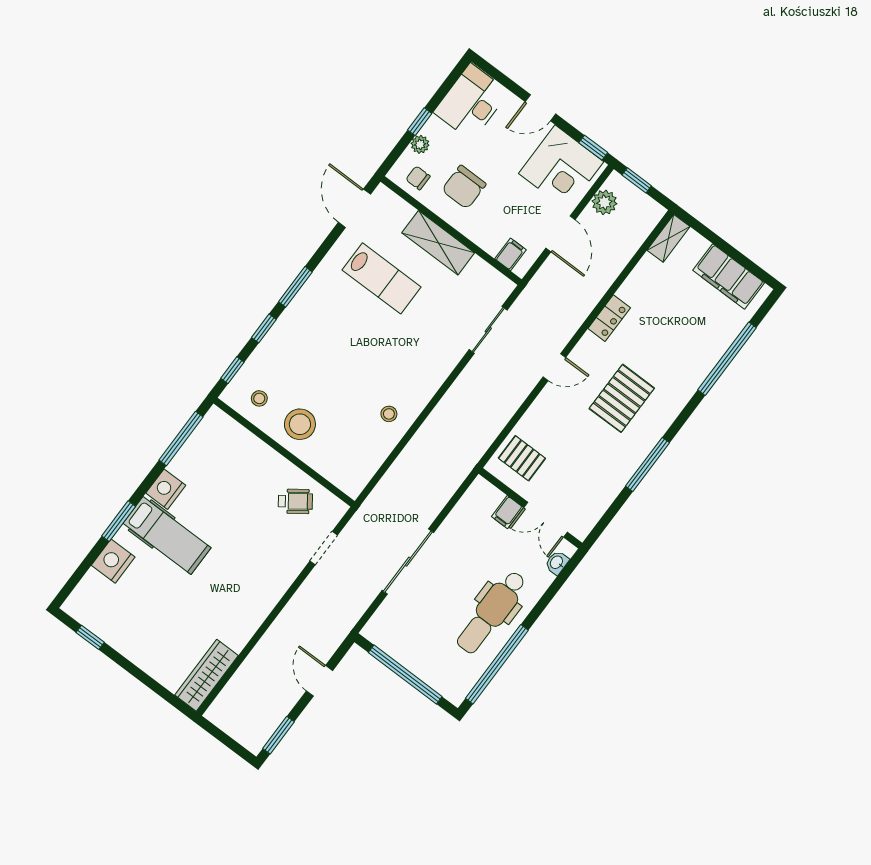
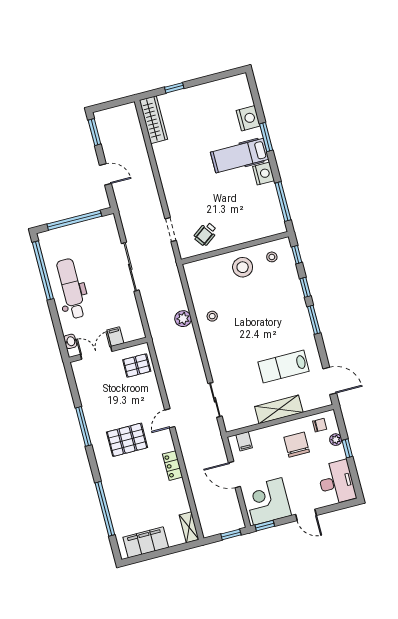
door: (540, 108) -> (306, 515), swing flipped
plant: (604, 202) -> (183, 319), moved
pallet: (622, 398) -> (127, 440), turned 90
window: (90, 637) -> (174, 88), moved

